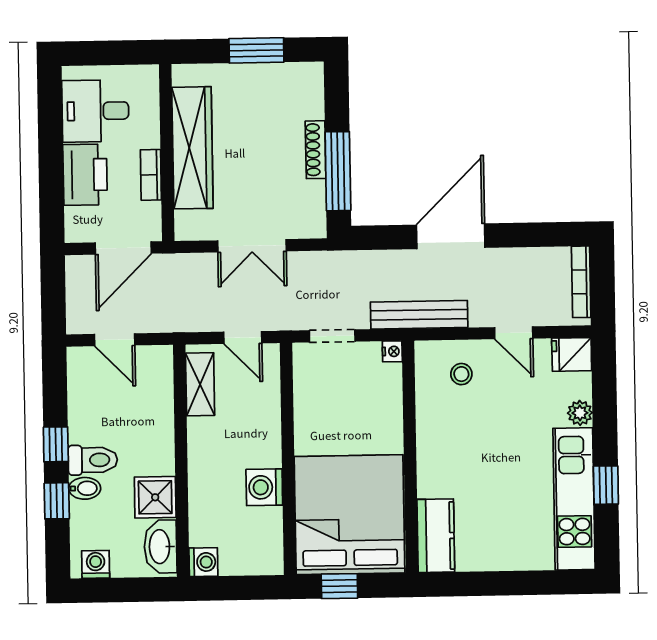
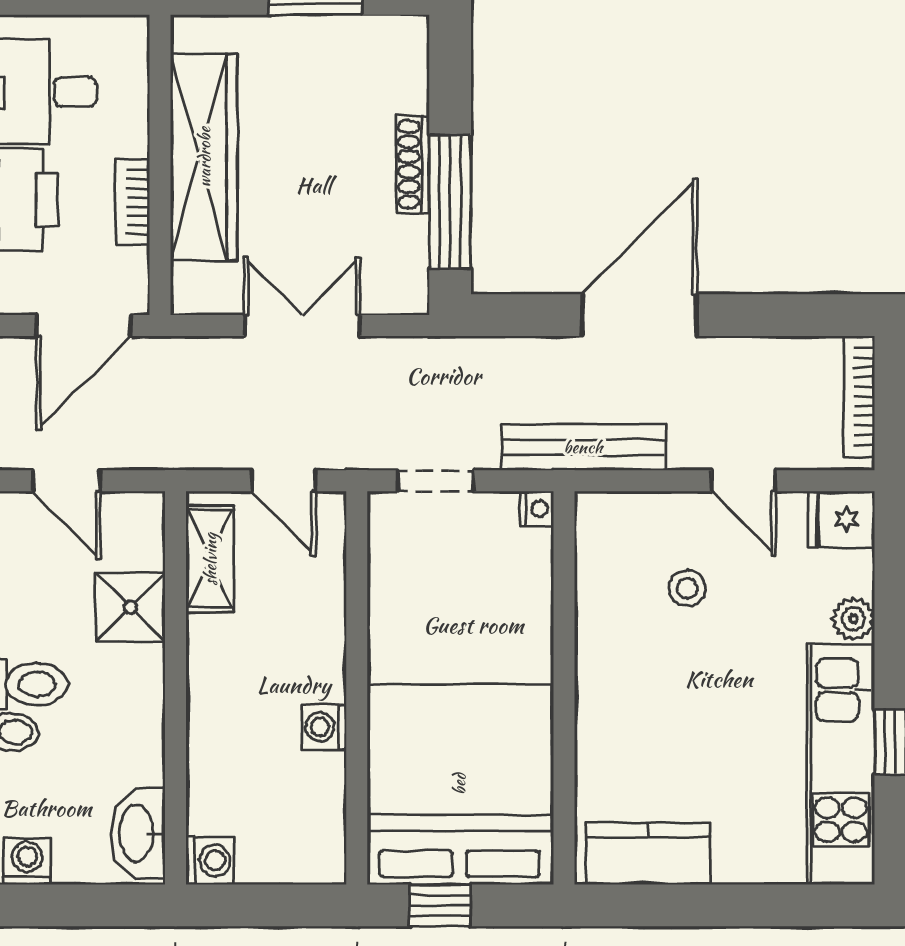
double door: (252, 246) -> (302, 325), swing flipped
stool: (461, 374) -> (687, 588), moved
washing machine: (264, 487) -> (324, 727), width x0.73, depth x0.73
shower: (155, 497) -> (130, 607), moved
kitchen counter: (436, 536) -> (648, 854), moved, turned -90

